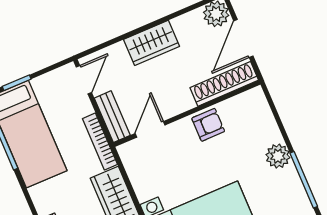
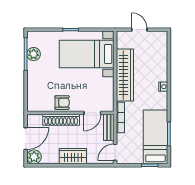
shoe rack: (224, 84) -> (61, 120), moved
armchair: (208, 125) -> (62, 103), turned 180
plant: (278, 156) -> (34, 54), moved

